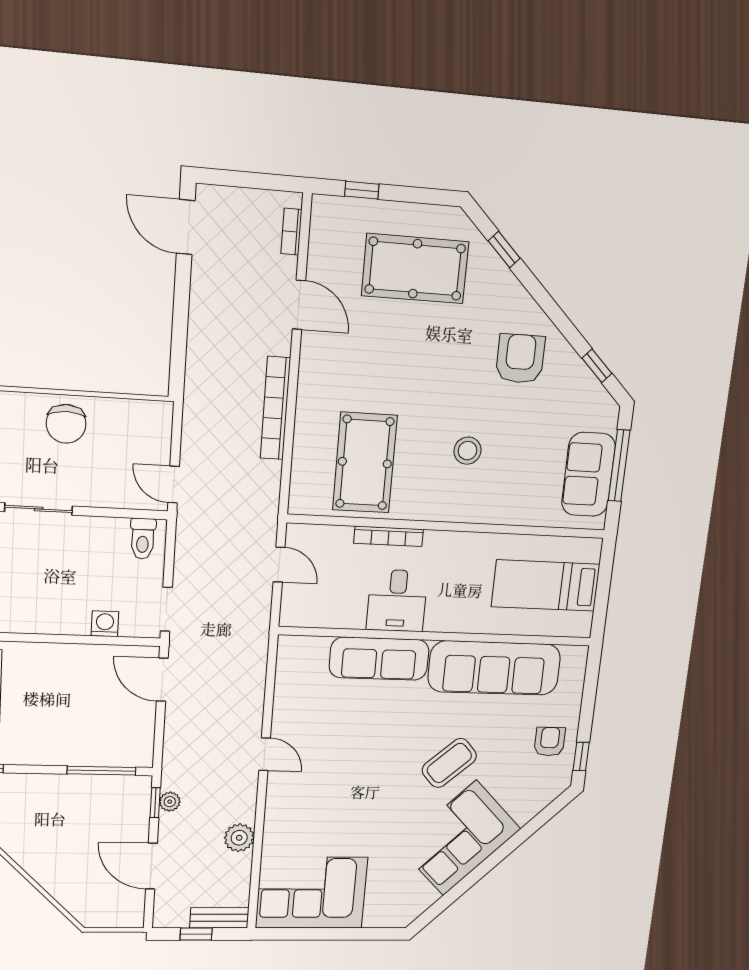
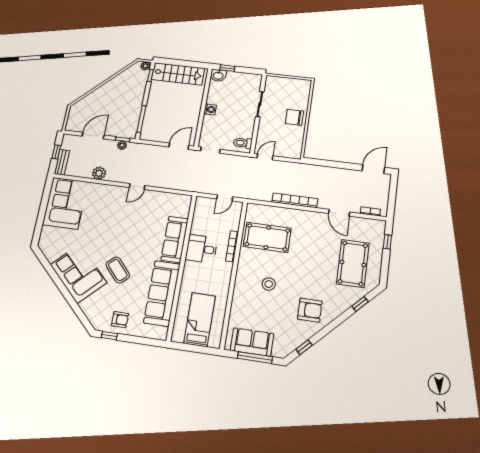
door: (299, 305) -> (339, 213), hinge flipped
washing machine: (105, 624) -> (210, 109), moved

